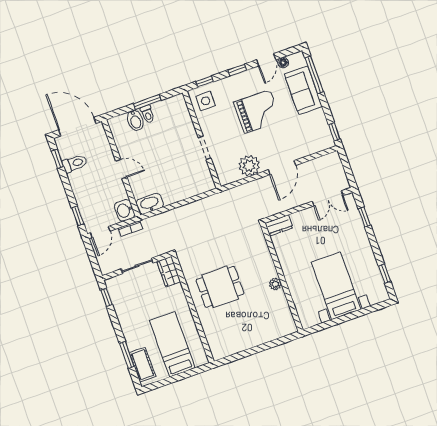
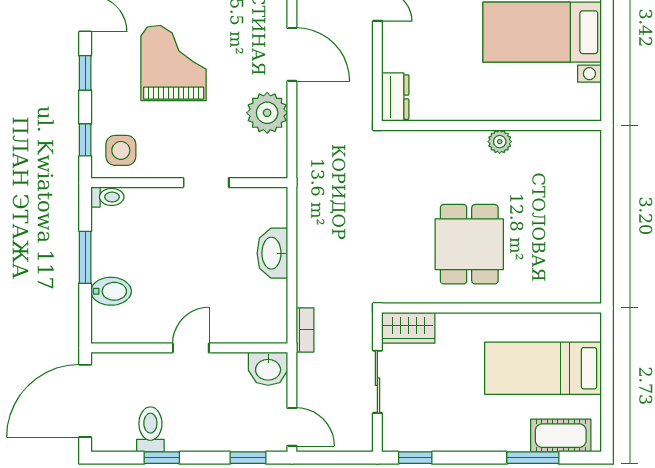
toilet: (147, 114) -> (107, 197), moved
window: (57, 159) -> (162, 458), moved
washbasin: (150, 204) -> (272, 253), moved
bookcase: (131, 228) -> (305, 330), moved

